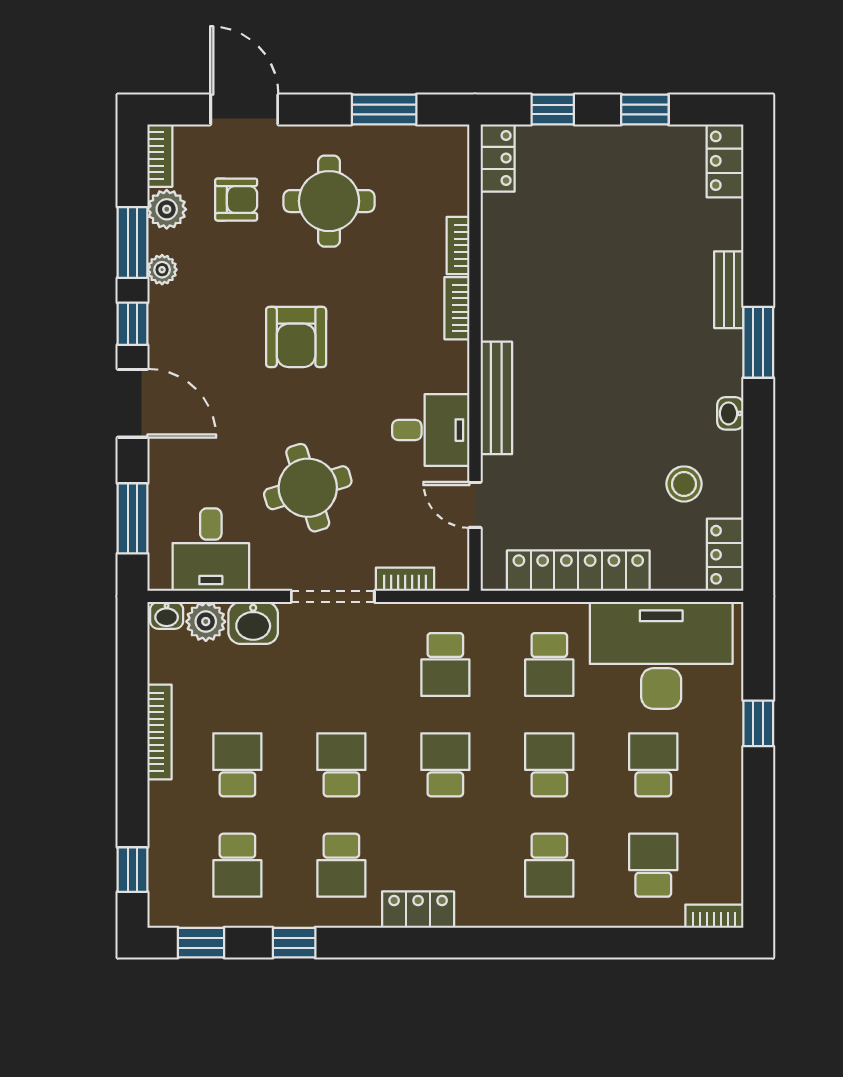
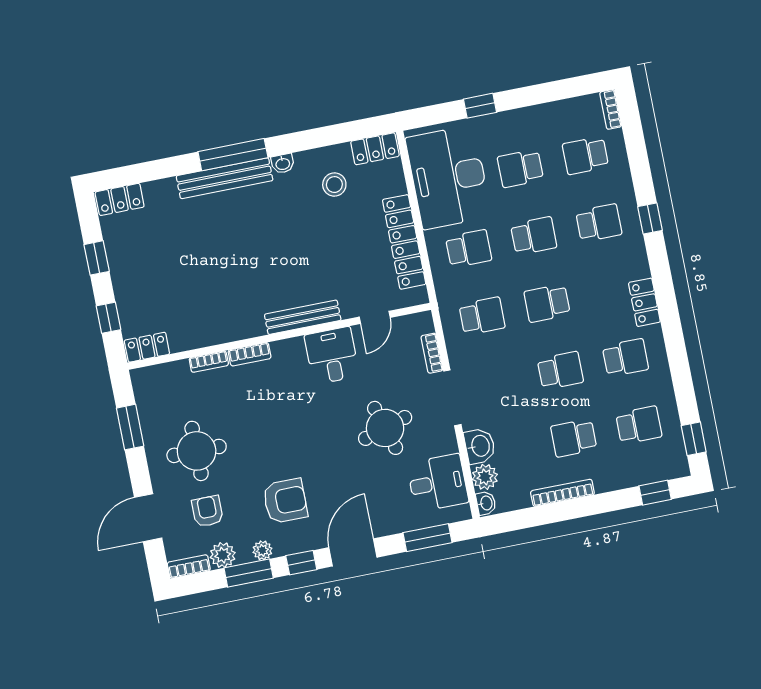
bench: (729, 290) -> (225, 178), width x1.86, depth x1.21
armchair: (296, 337) -> (285, 501), moved
window: (758, 342) -> (233, 155), width x1.44
school desk: (341, 765) -> (560, 371), turned 180
school desk: (549, 765) -> (534, 236), turned 180
window: (294, 943) -> (650, 219), moved

